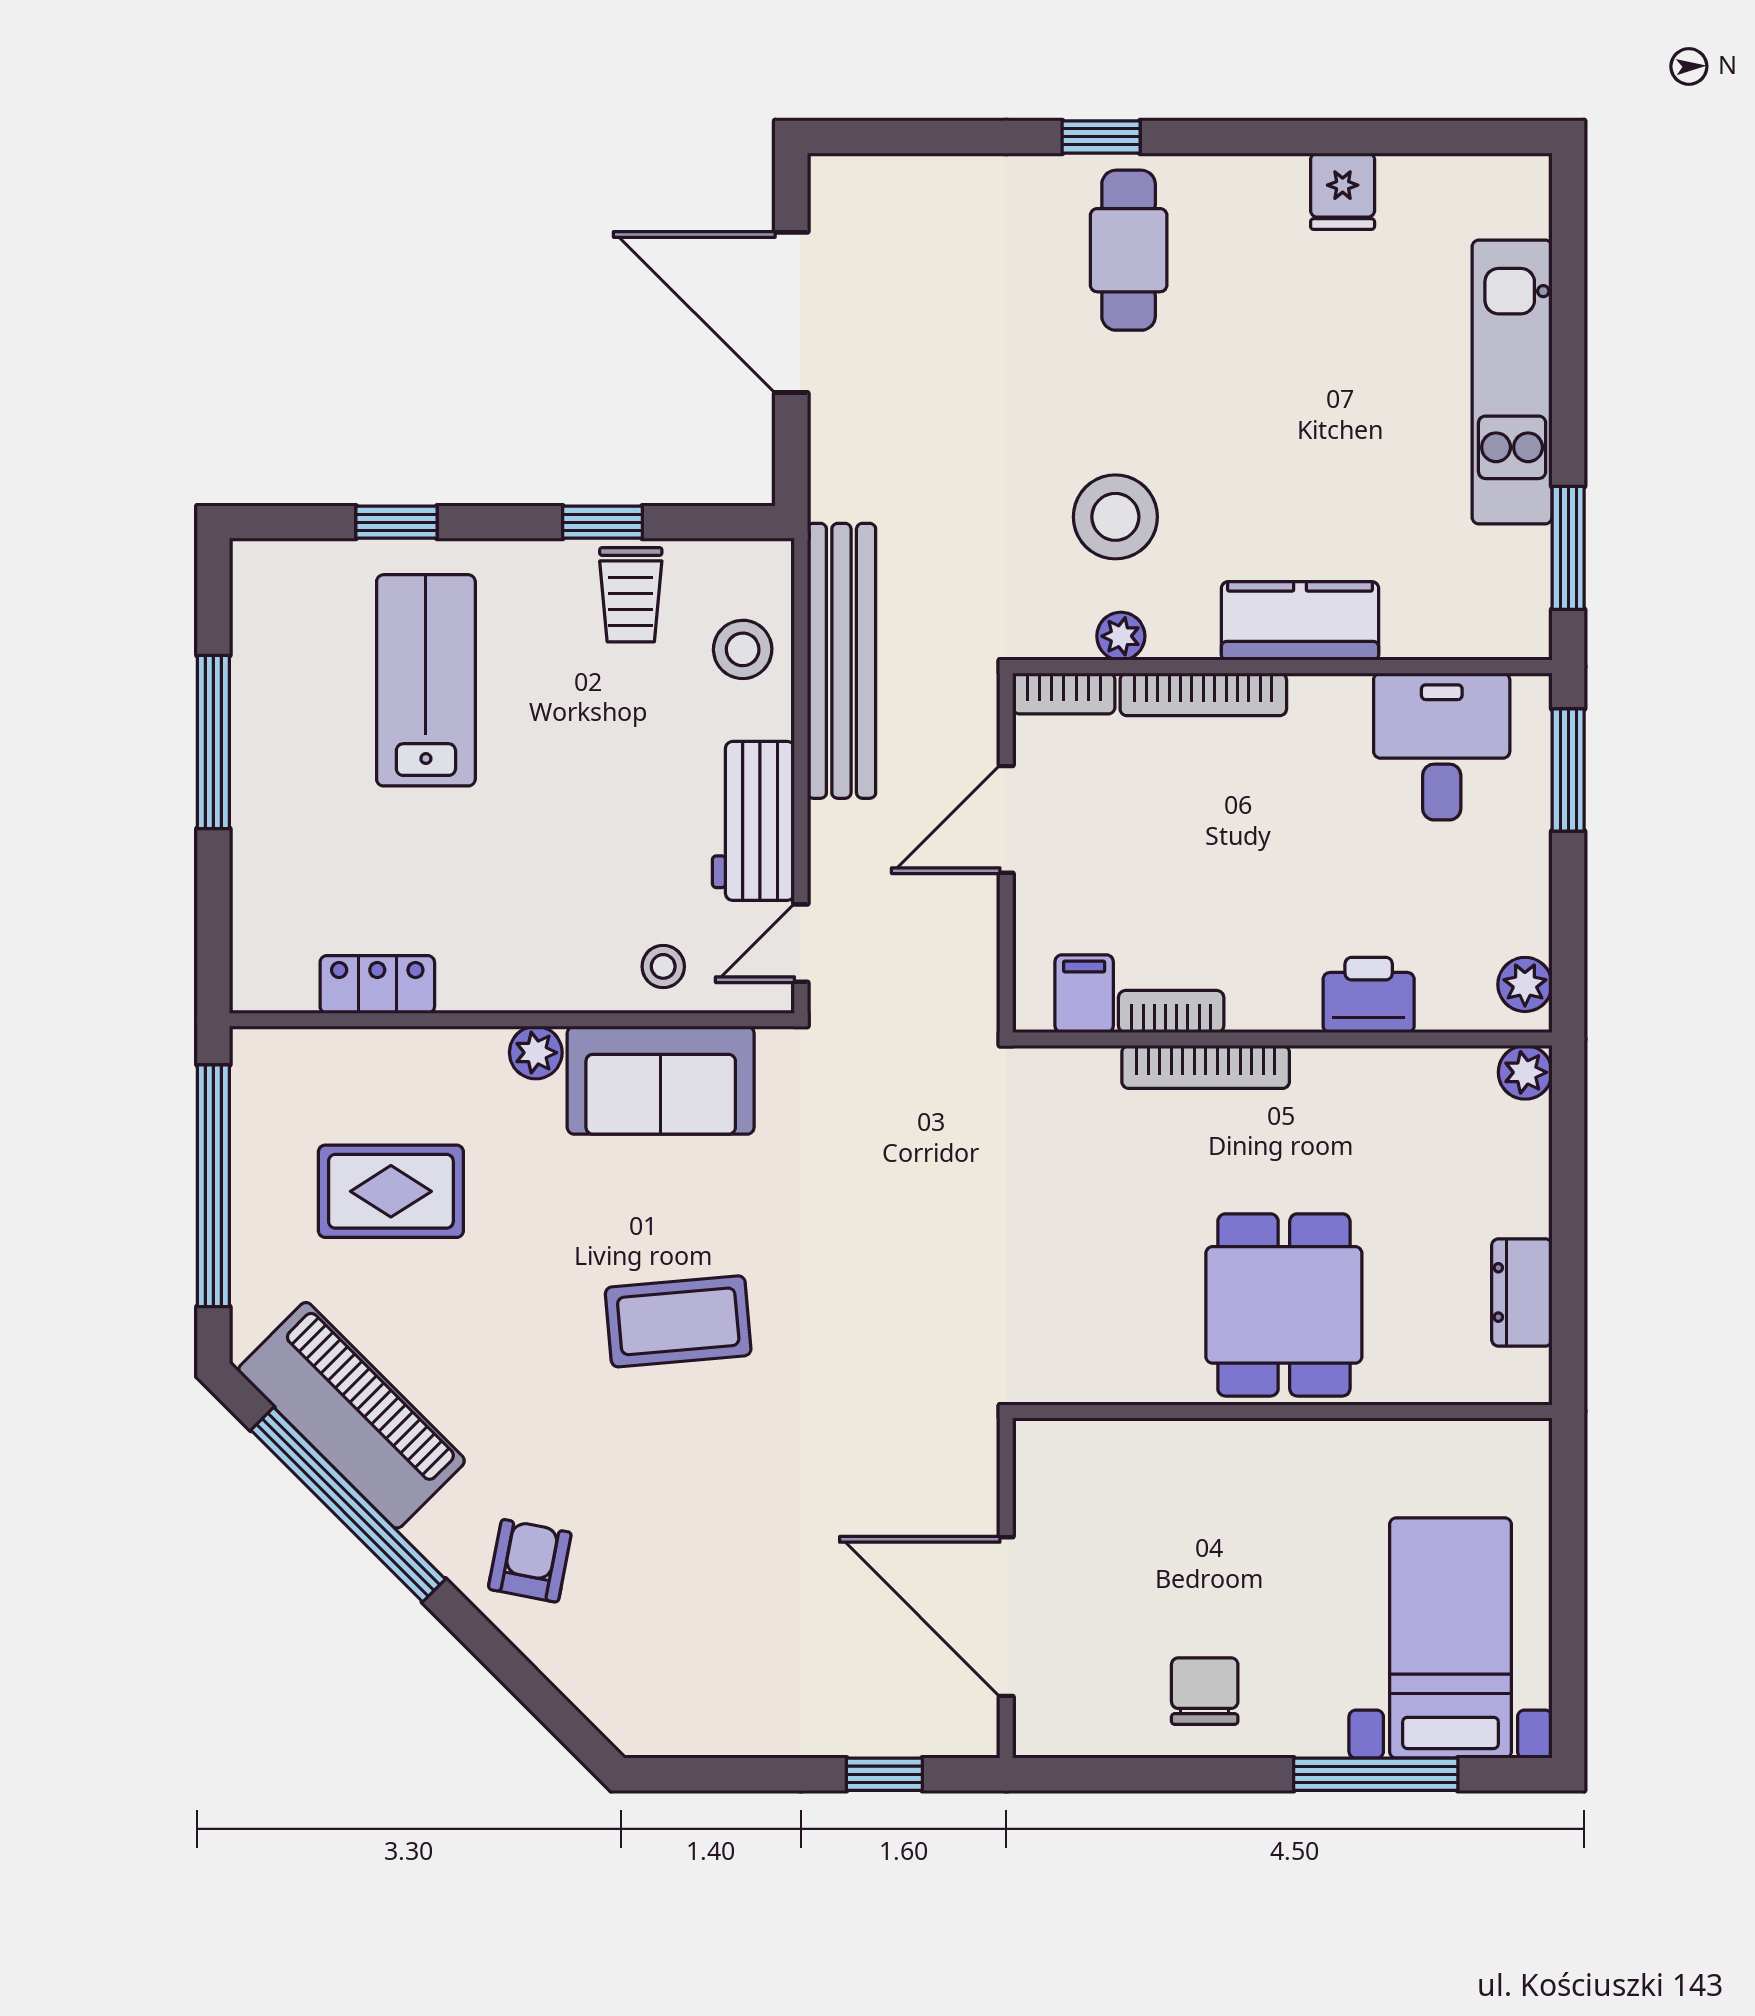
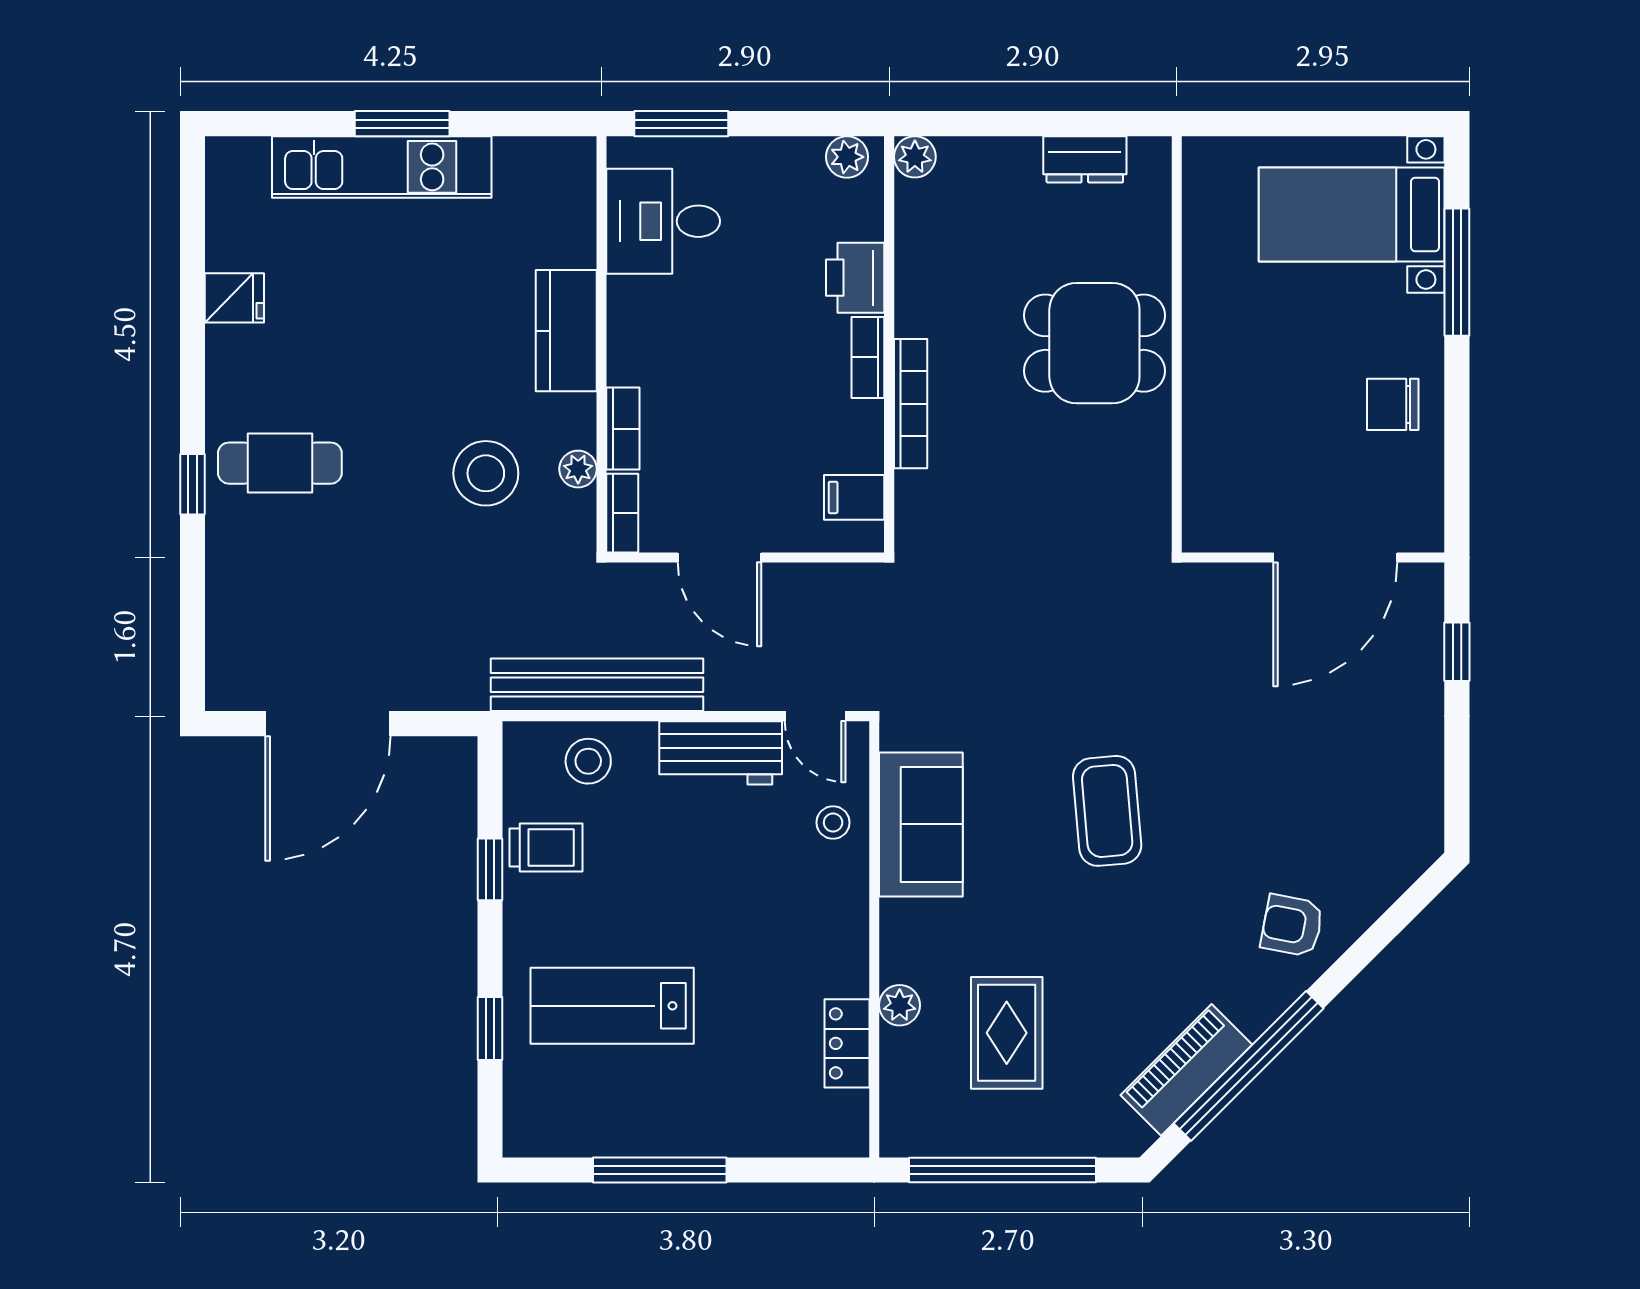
window: (1568, 548) -> (402, 124), moved
bookcase: (1203, 694) -> (623, 429), width x0.64
bookcase: (1171, 1012) -> (868, 357), moved
plant: (536, 1053) -> (900, 1005), moved
piano: (351, 1415) -> (1186, 1070), width x0.73, depth x0.75

